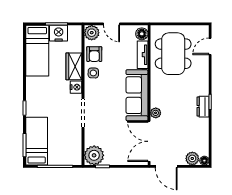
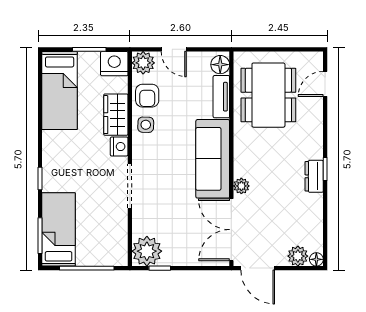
nightstand: (59, 33) -> (114, 64), moved

